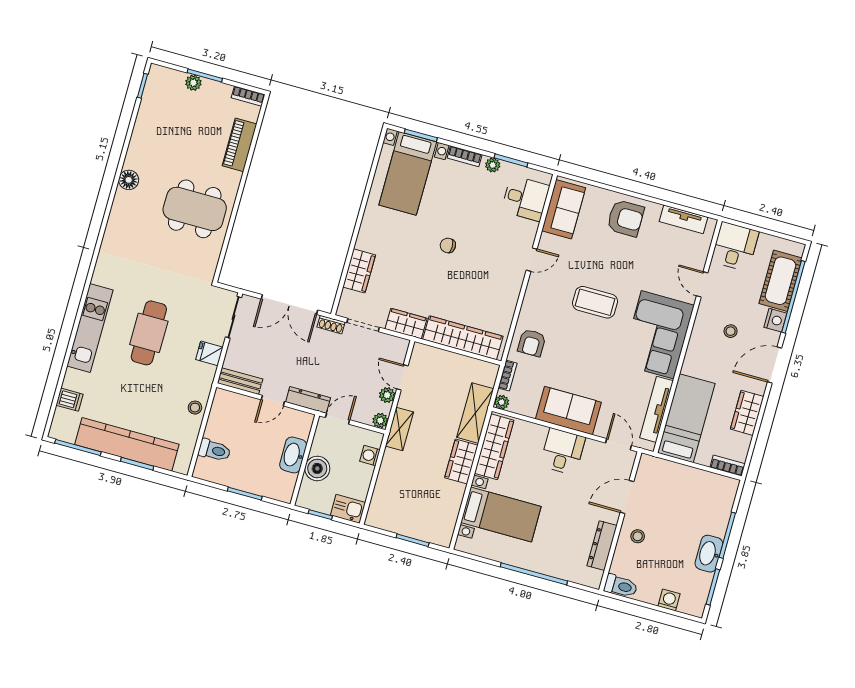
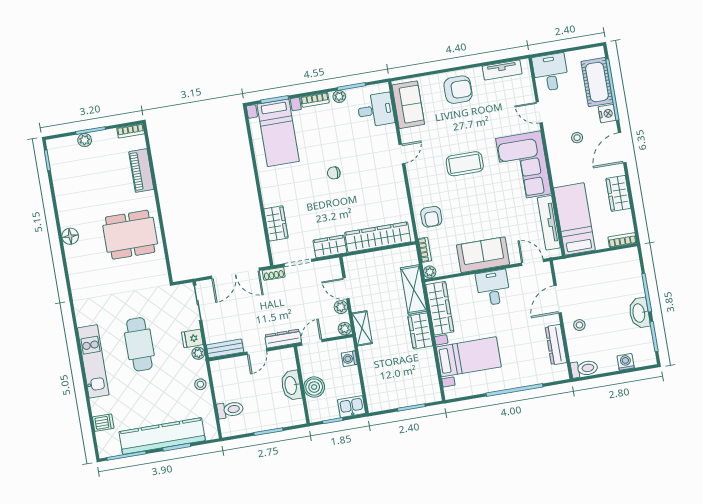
plant: (208, 373) -> (198, 353), added

